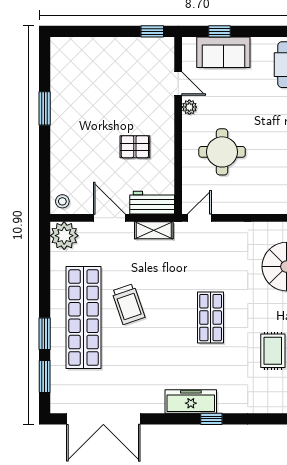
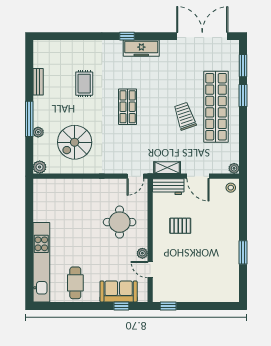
plant: (64, 236) -> (234, 168), width x0.53, depth x0.53

